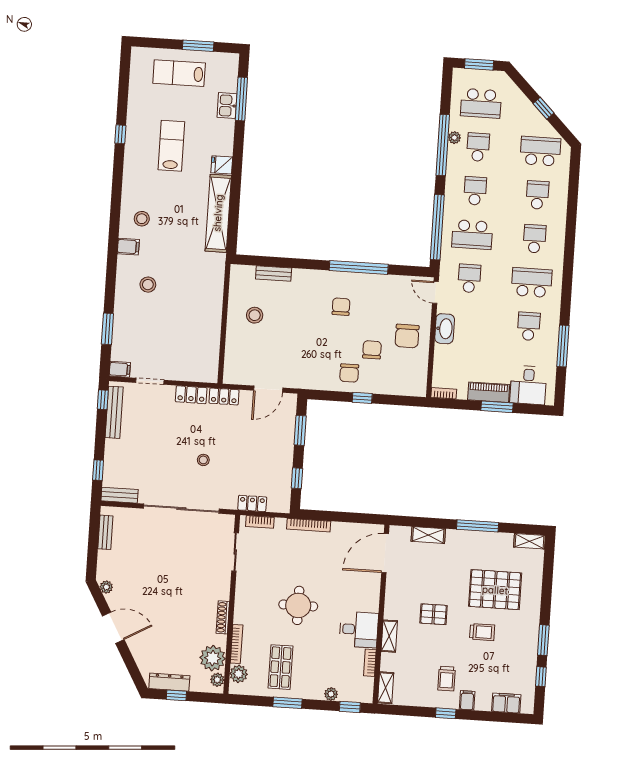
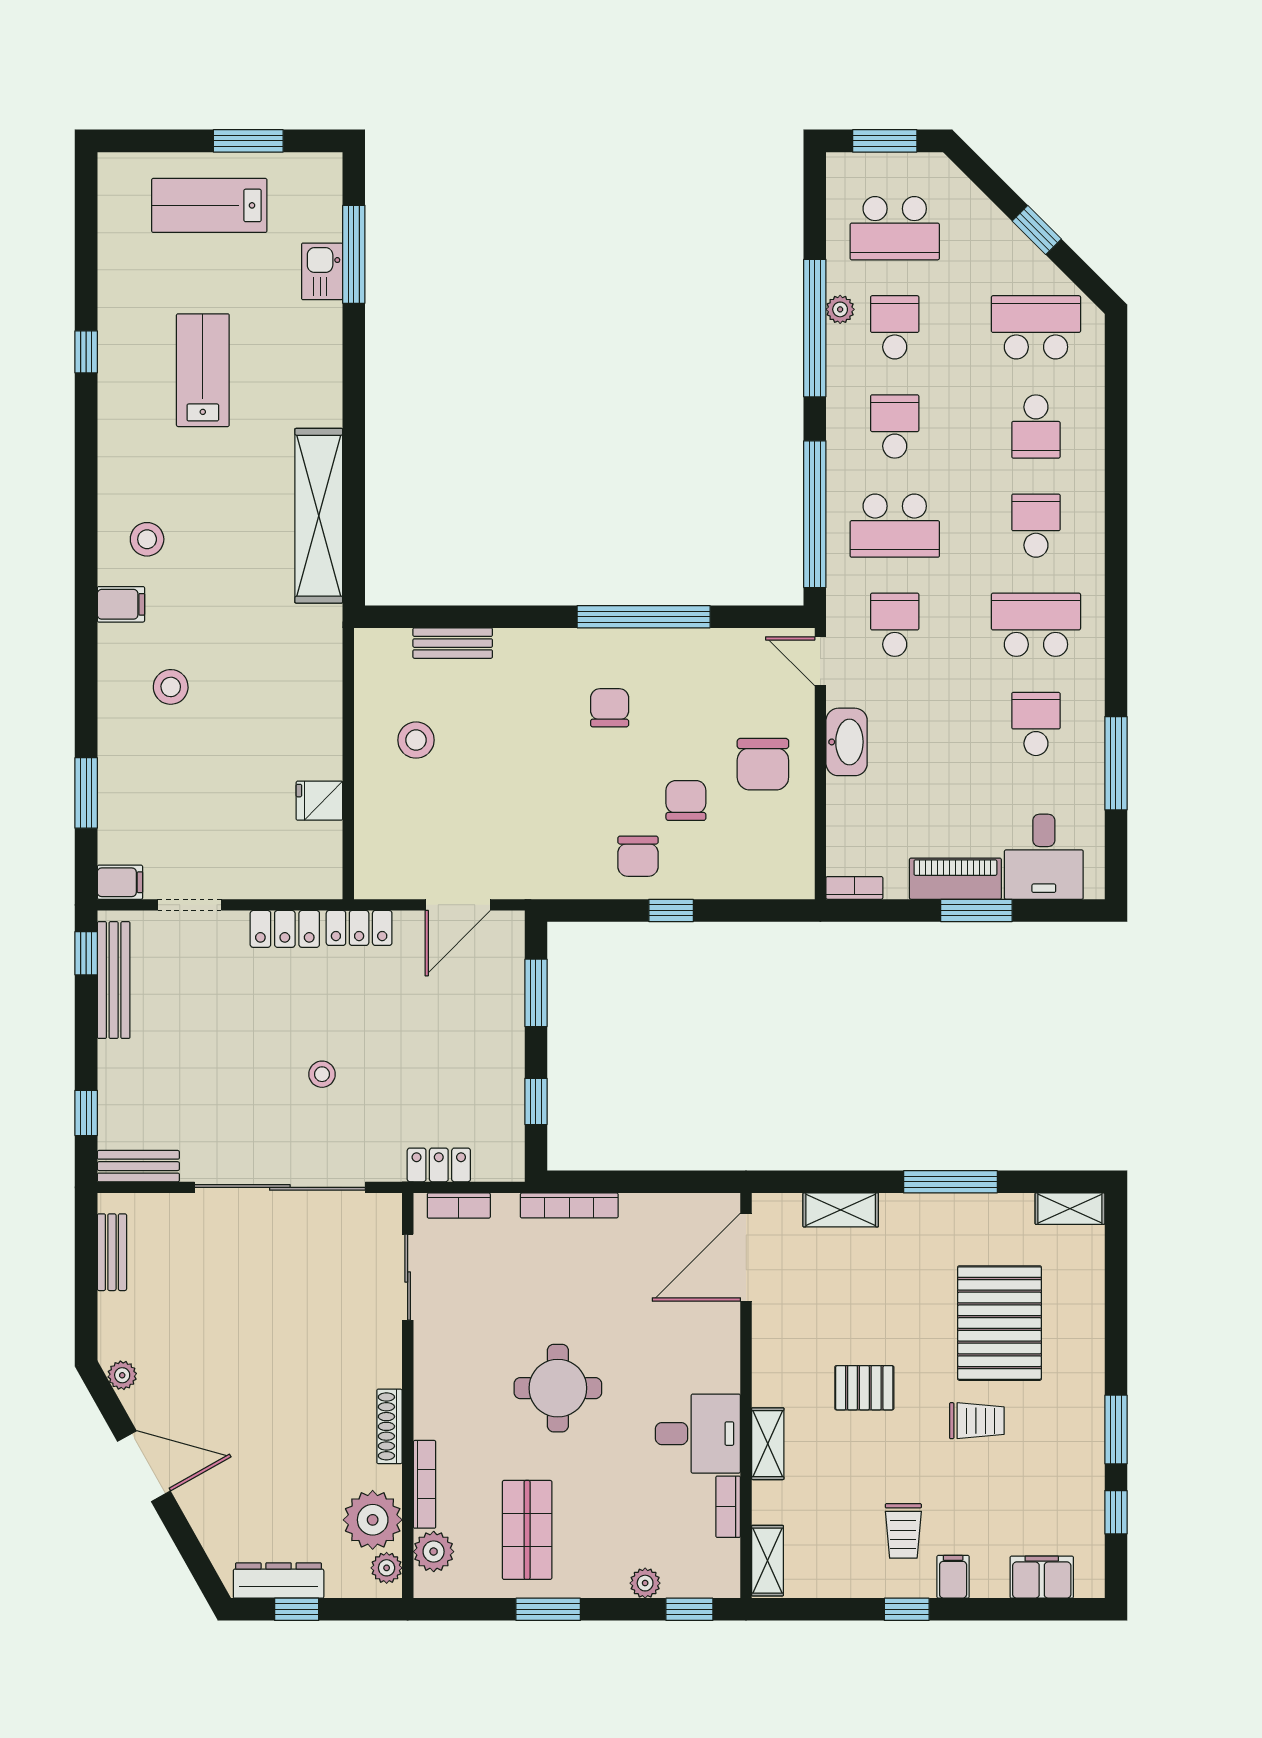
fridge: (222, 165) -> (319, 801), moved
school desk: (537, 195) -> (1036, 426), turned 180
pallet: (495, 590) -> (1000, 1323), turned 90

